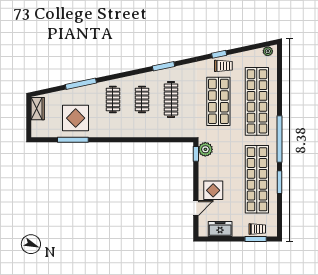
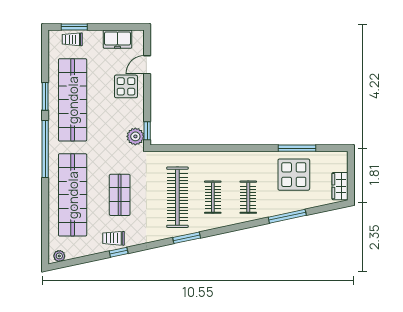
clothes rail: (171, 99) -> (177, 197), width x1.37, depth x1.31
shop shelf: (218, 101) -> (120, 195), width x0.70, depth x0.74

